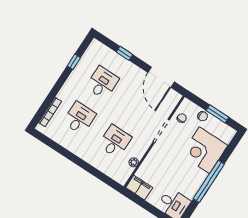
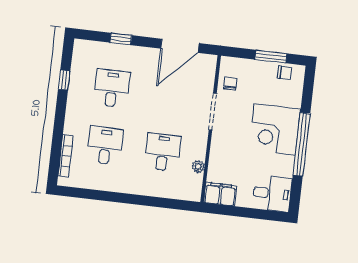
door: (161, 77) -> (180, 46), hinge flipped
chair: (203, 116) -> (284, 73), moved
corner desk: (204, 150) -> (275, 130), moved

